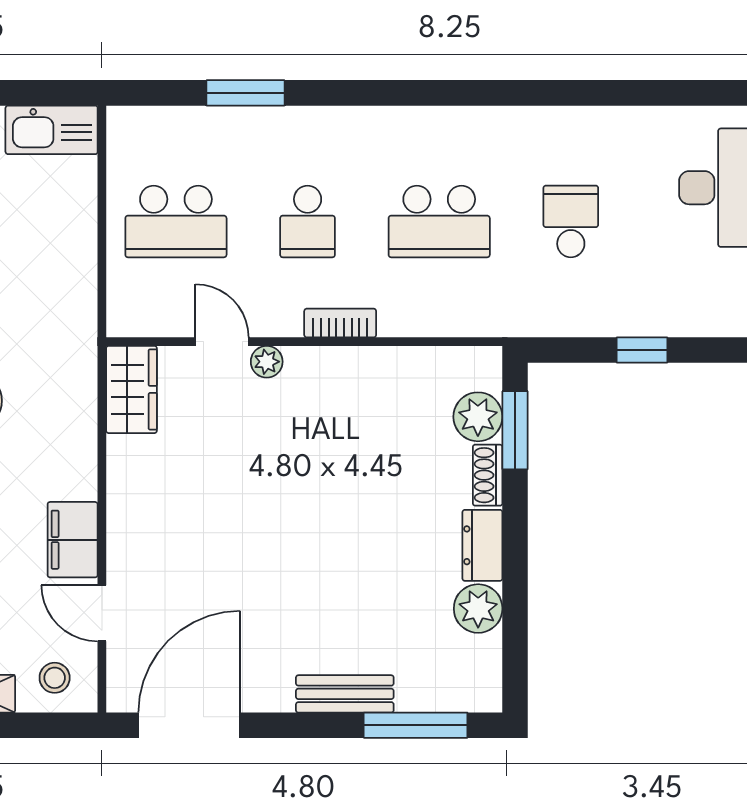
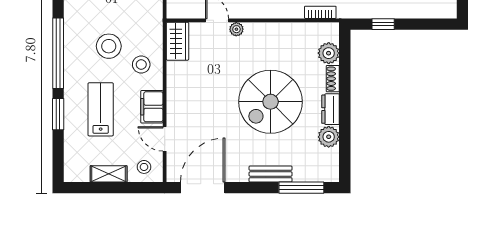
bookcase: (340, 323) -> (320, 12), moved
window: (642, 350) -> (383, 24), moved
window: (515, 430) -> (345, 59), removed
stool: (48, 443) -> (141, 64), added
spiral stairs: (345, 528) -> (271, 102), added

